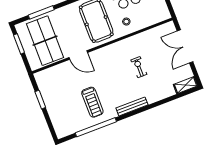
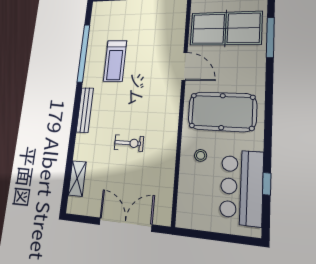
door: (78, 55) -> (184, 66), swing flipped
shelving: (186, 85) -> (77, 178), moved
treadmill: (92, 102) -> (115, 61), turned -90

